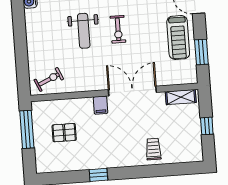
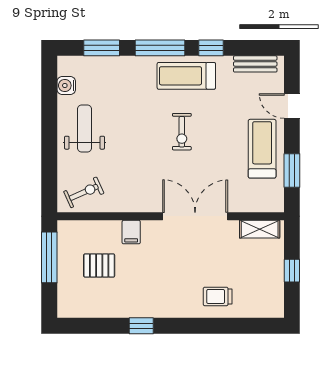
weight bench: (84, 31) -> (85, 129), moved, turned 180
treadmill: (178, 38) -> (262, 149), turned 180
filing cabinet: (100, 105) -> (131, 232), moved
trolley: (153, 149) -> (218, 296), turned -90

